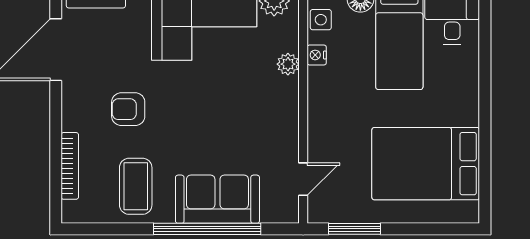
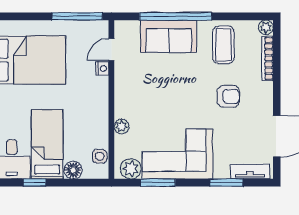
nightstand: (317, 55) -> (102, 68), moved
plant: (72, 213) -> (266, 27), added
window: (355, 229) -> (77, 16), width x1.44

